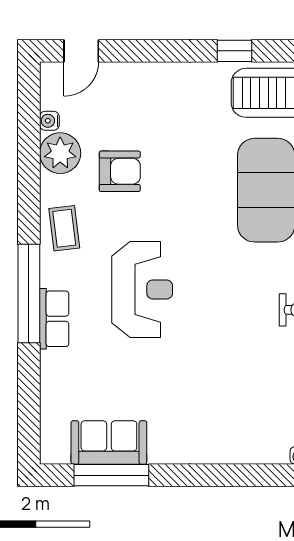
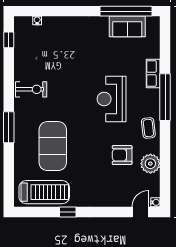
water cooler: (49, 121) -> (155, 202), moved
row of seats: (54, 319) -> (153, 73), moved
window: (111, 475) -> (126, 11), width x1.46

